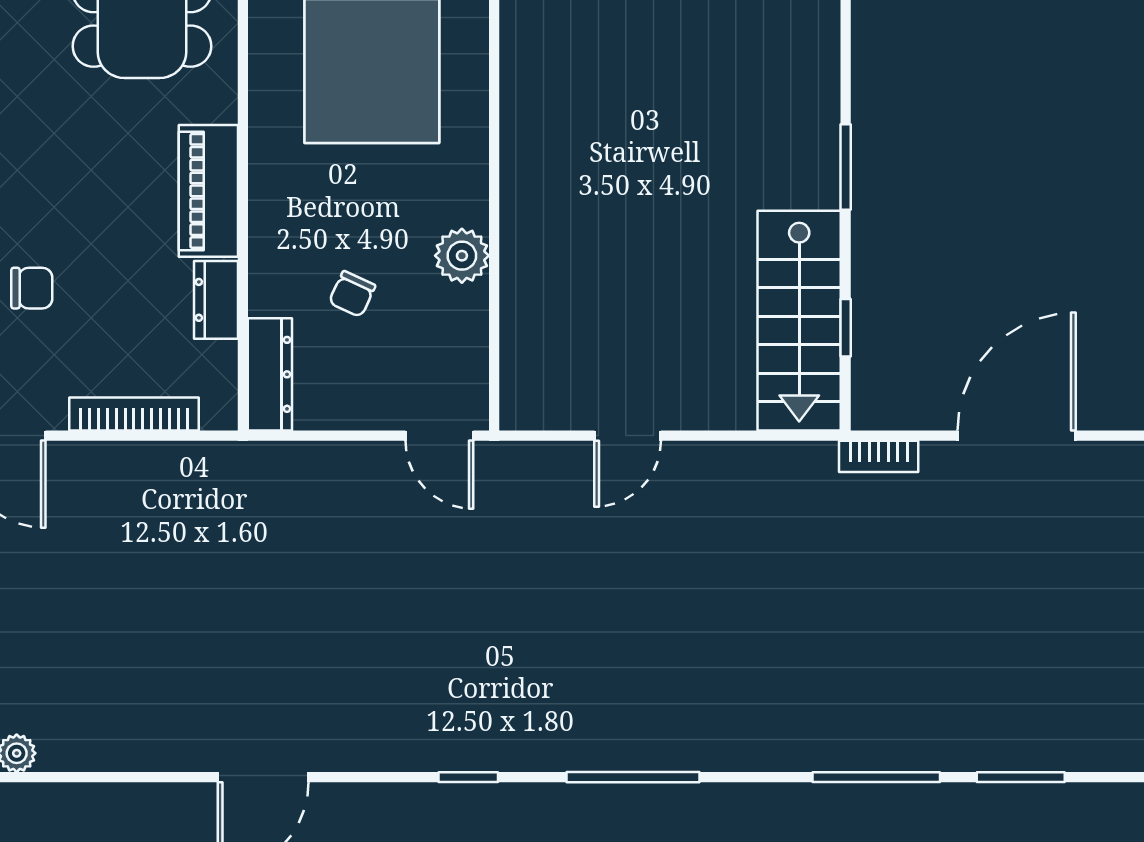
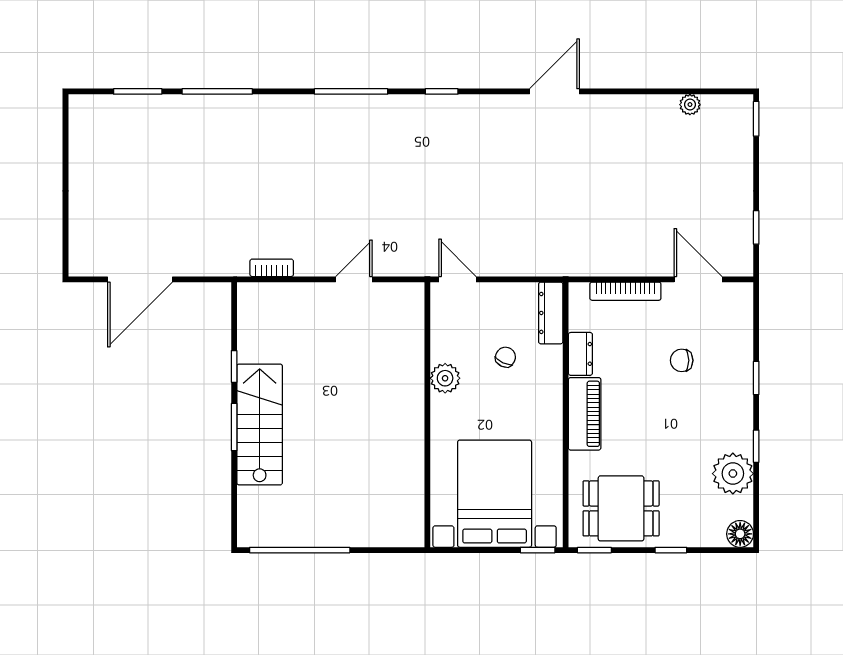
stairs: (799, 321) -> (260, 424), moved
window: (846, 328) -> (234, 366), moved
bookcase: (879, 456) -> (272, 268), moved

